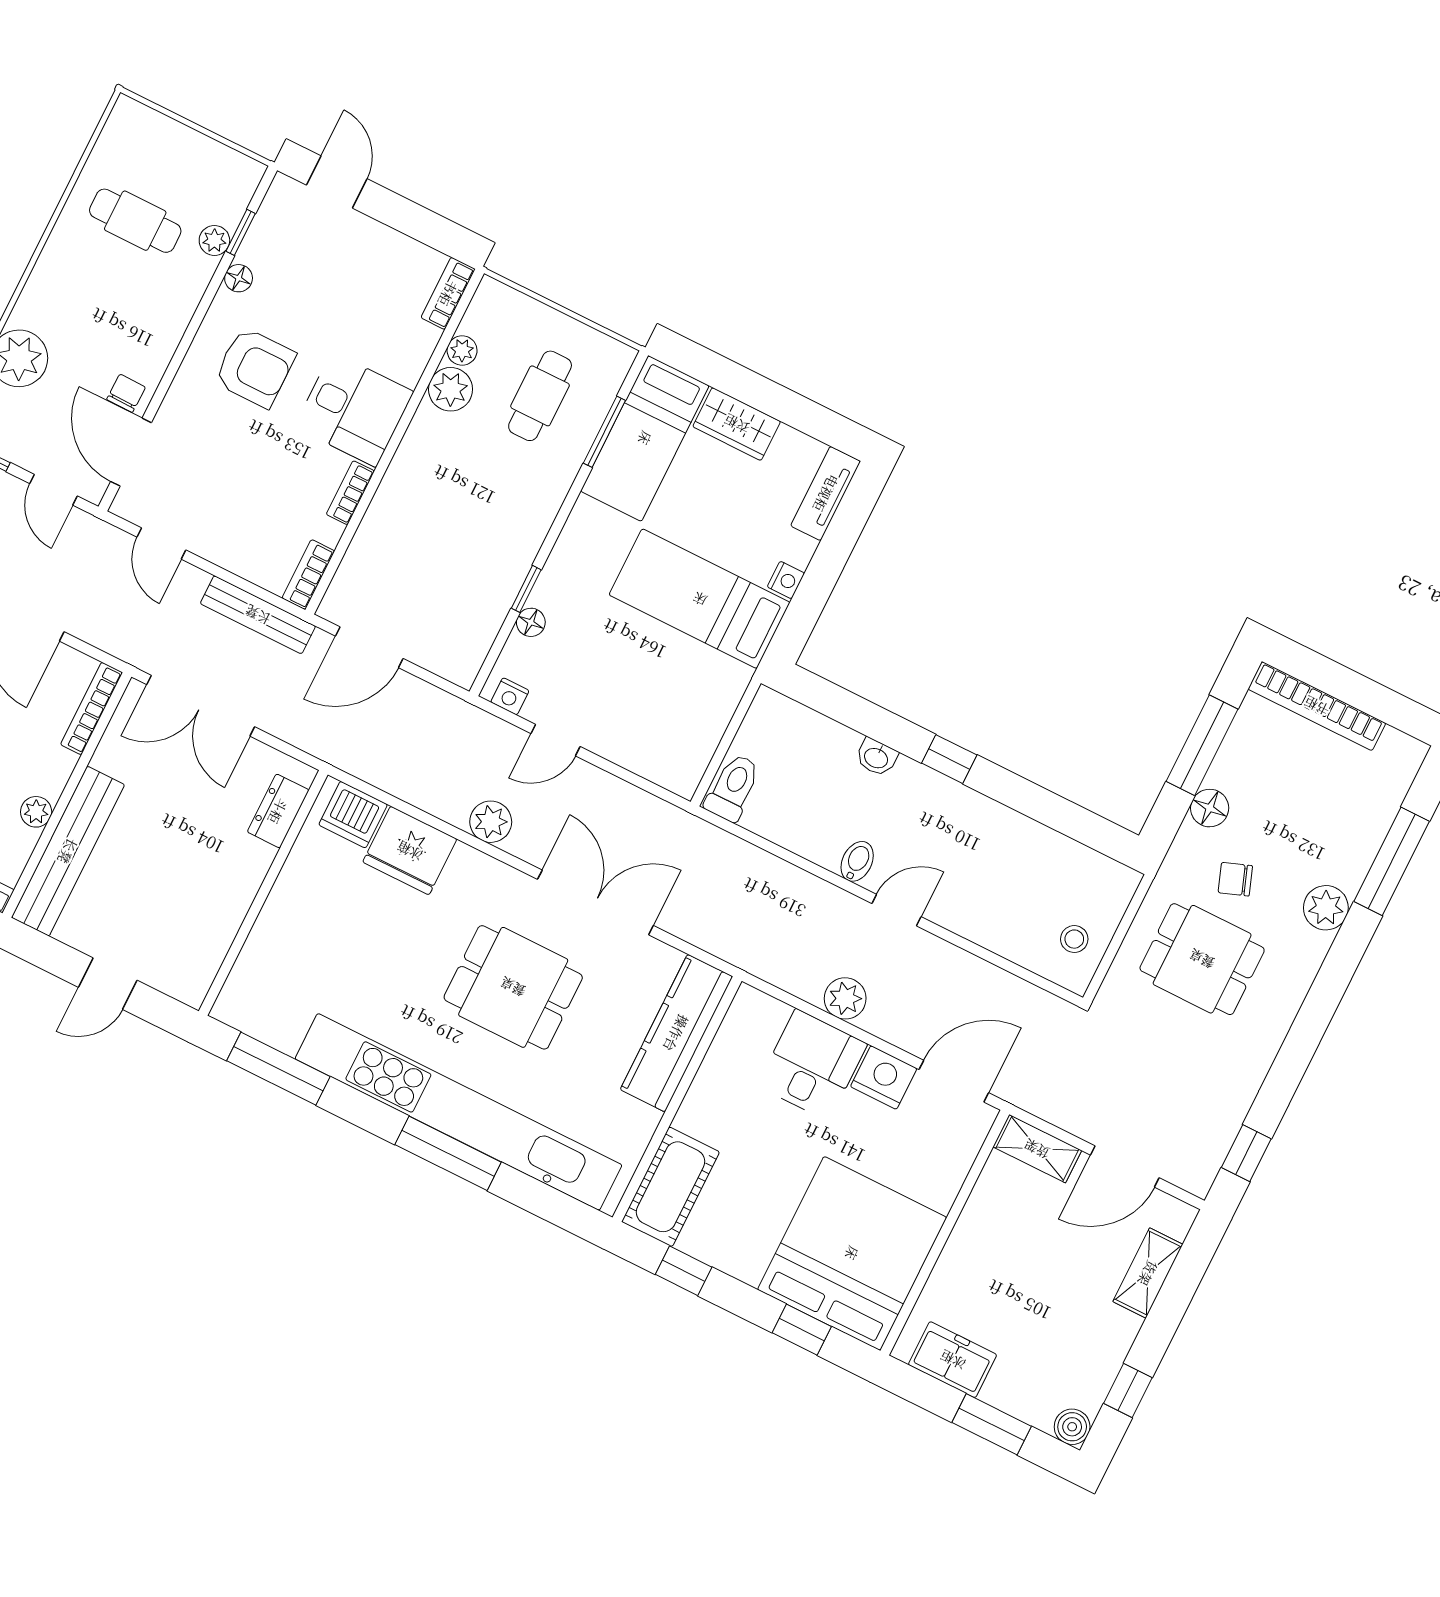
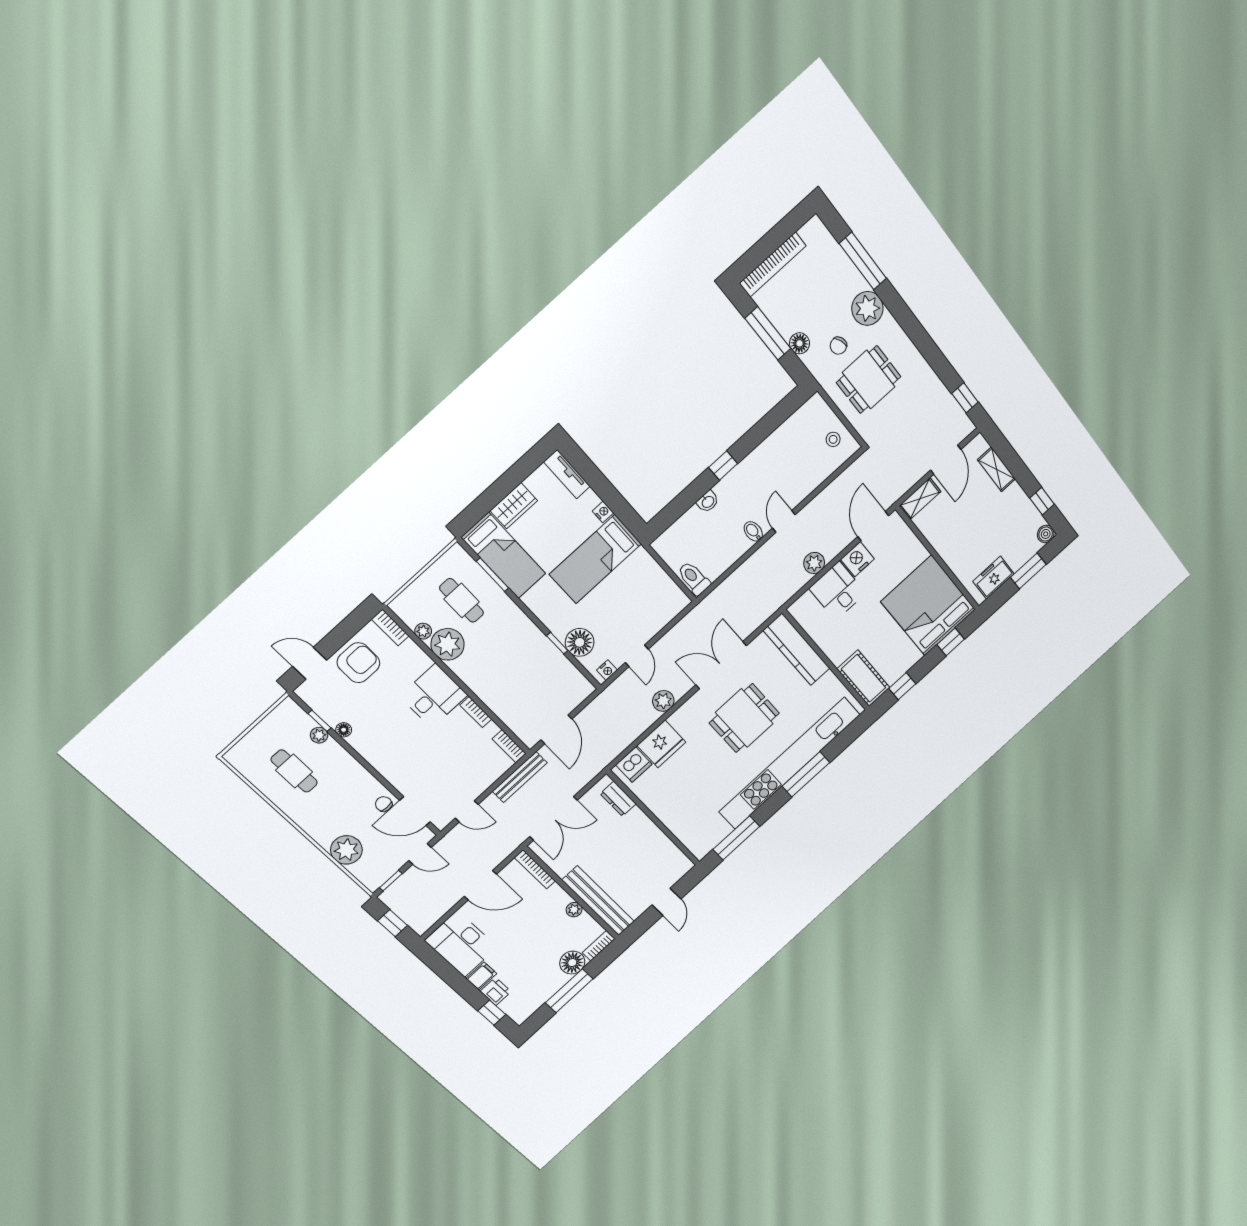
cafe table: (135, 221) -> (294, 771), turned 90
armchair: (255, 367) -> (358, 663), moved
plant: (451, 389) -> (448, 644), width x1.36, depth x1.36
floor lamp: (531, 622) -> (580, 642), width x1.89, depth x1.89
plant: (1326, 908) -> (867, 308), width x1.36, depth x1.36

